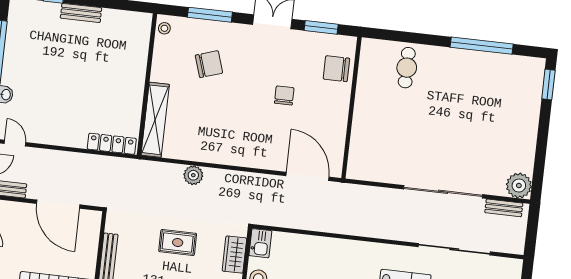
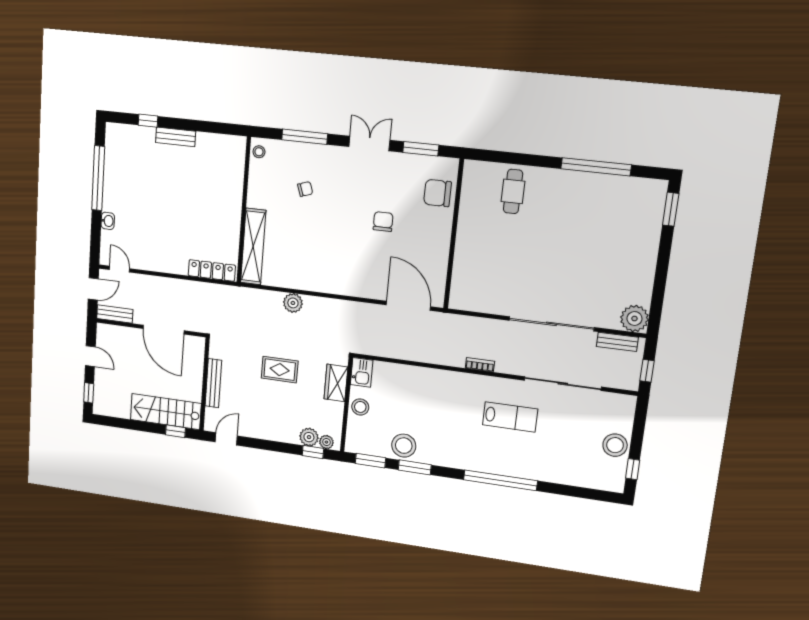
chair: (209, 64) -> (305, 189), width x0.54, depth x0.54
bookcase: (376, 233) -> (480, 365), added
window: (531, 235) -> (647, 371), added

